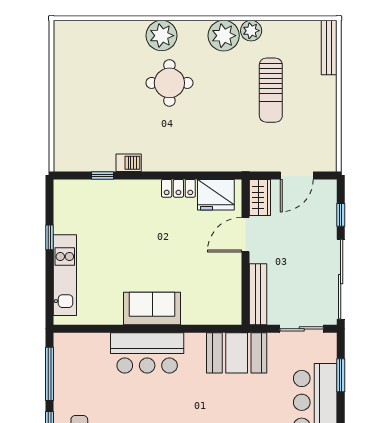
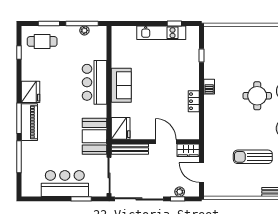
barbecue: (129, 163) -> (209, 87), moved
fridge: (216, 195) -> (121, 128), moved, turned 180
plant: (329, 212) -> (180, 192), added
window: (50, 237) -> (174, 24), moved
kitchen unit: (65, 275) -> (161, 33), moved
sliding door: (302, 329) -> (109, 175), width x1.37
plant: (61, 370) -> (84, 30), added

